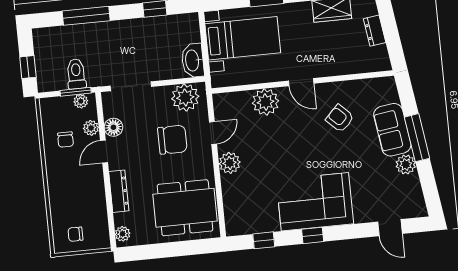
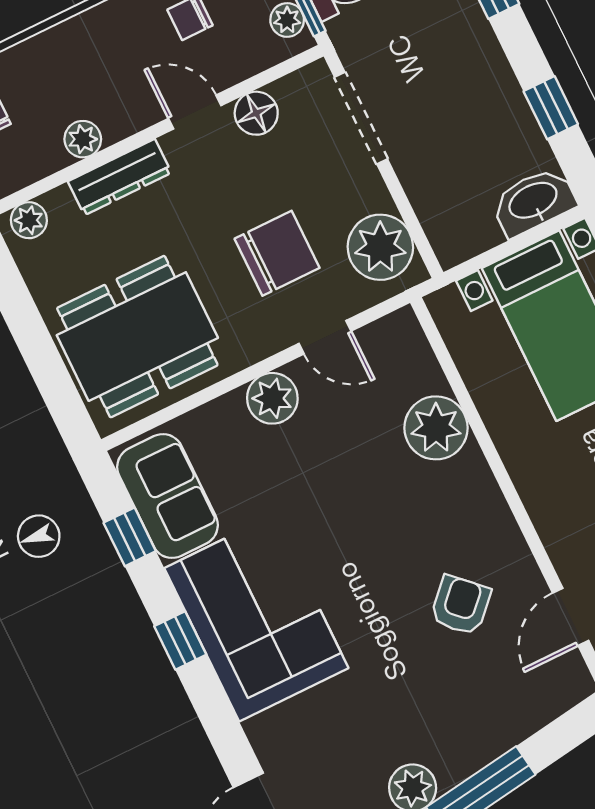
washbasin: (193, 60) -> (534, 202), moved
door: (301, 82) -> (571, 617), moved
plant: (91, 128) -> (83, 139), moved
sofa: (392, 130) -> (167, 496), moved, turned 98
chair: (172, 140) -> (277, 253), turned -90
dining table: (185, 208) -> (137, 337), turned 90

